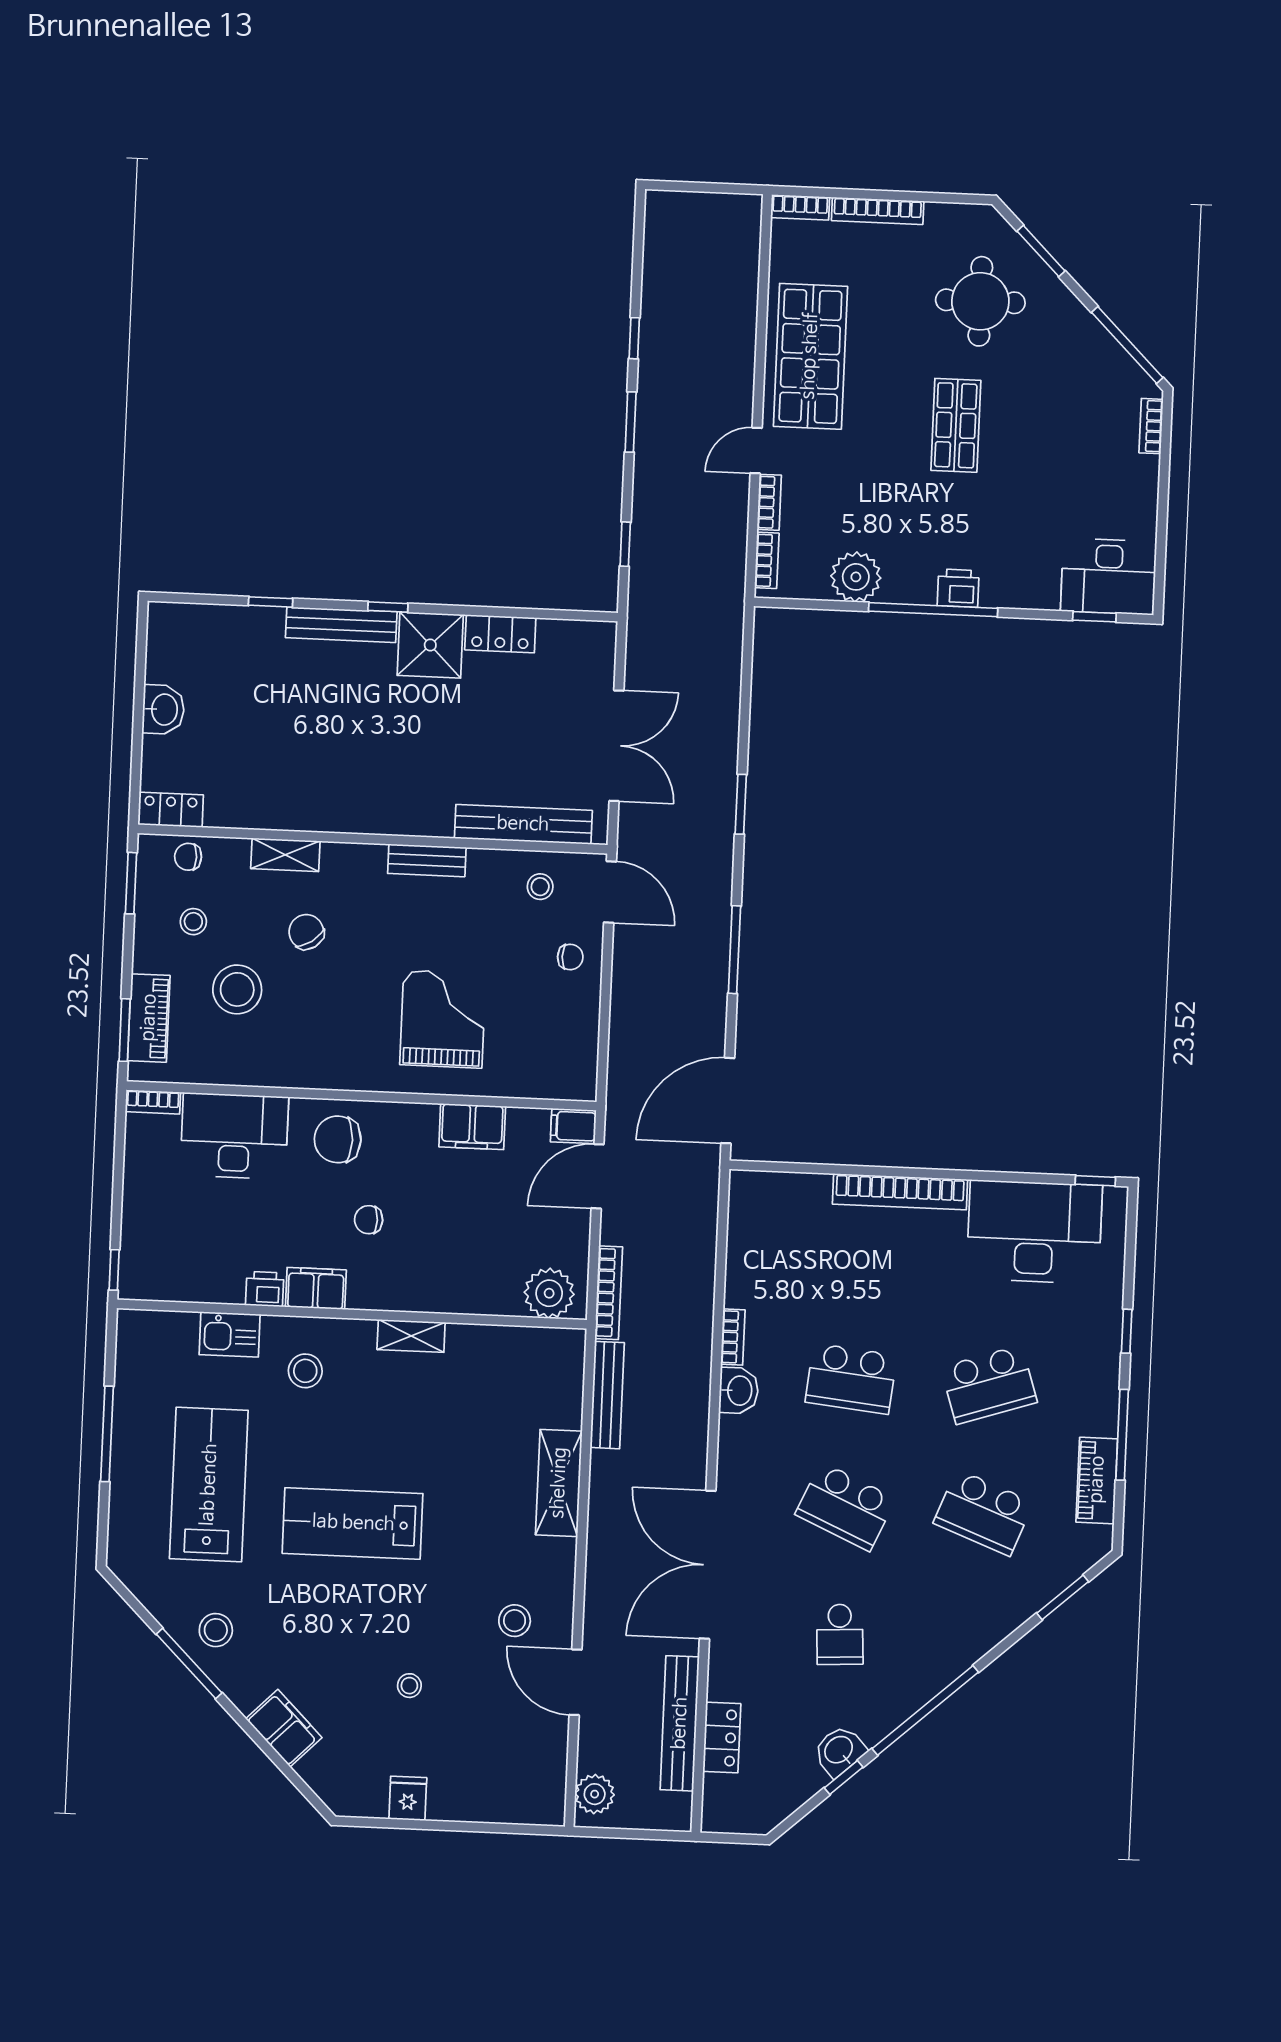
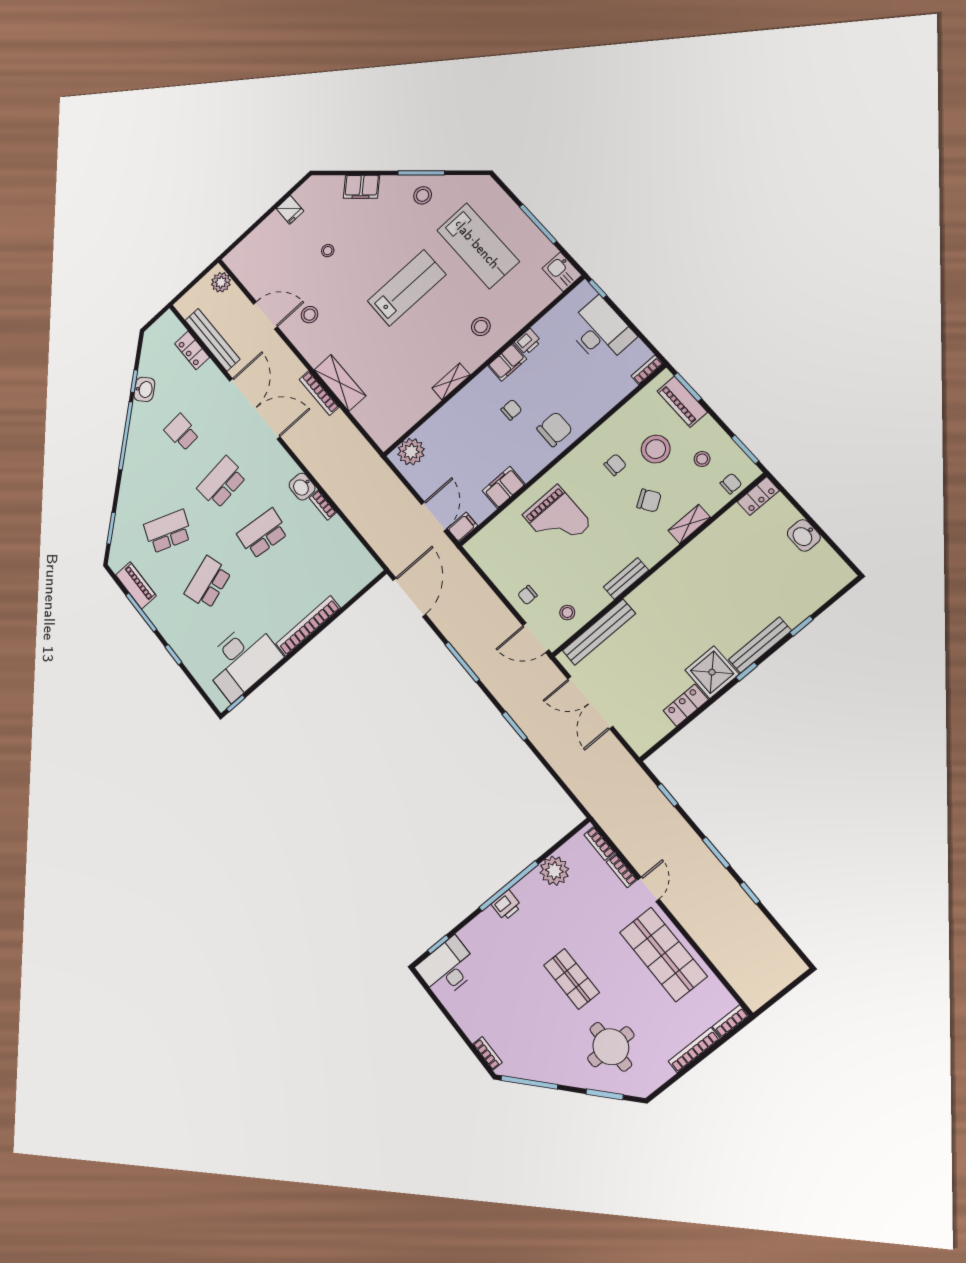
chair: (305, 1018) -> (615, 465), added
desk: (234, 1136) -> (600, 331), moved, turned -90
bookcase: (609, 1293) -> (319, 393), moved
kitchen sink: (230, 1334) -> (562, 272), moved, turned -90
bench: (607, 1395) -> (352, 435), removed
school desk: (845, 1507) -> (222, 482), turned -30

